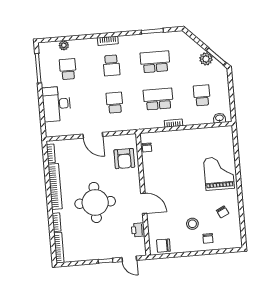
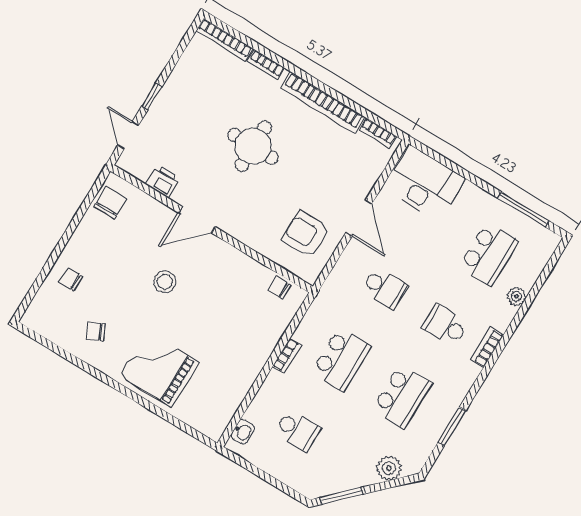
plant: (64, 45) -> (516, 296), moved
plant: (206, 59) -> (389, 468), moved
school desk: (68, 69) -> (489, 254), width x1.85
desk: (56, 104) -> (425, 183), moved
door: (93, 135) -> (359, 218), swing flipped
armchair: (124, 159) -> (306, 234), moved
grand piano: (219, 173) -> (159, 369), turned 180
round table: (95, 202) -> (253, 146), width x0.73, depth x0.73
stool: (192, 224) -> (165, 282), moved
door: (129, 259) -> (128, 135), hinge flipped

